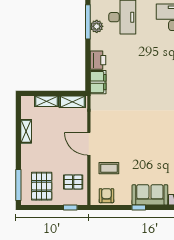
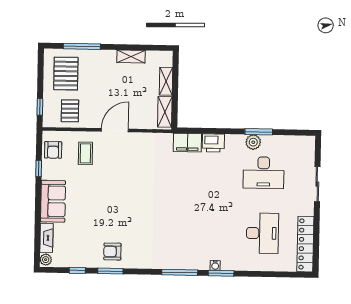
window: (88, 22) -> (259, 132), width x0.69
window: (18, 185) -> (82, 46), moved
pallet: (42, 186) -> (66, 74), turned 90
armchair: (106, 196) -> (53, 150), turned 90
window: (139, 208) -> (39, 169), moved

